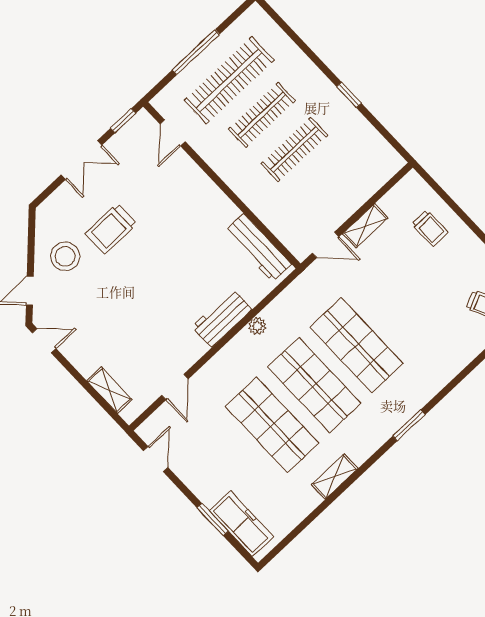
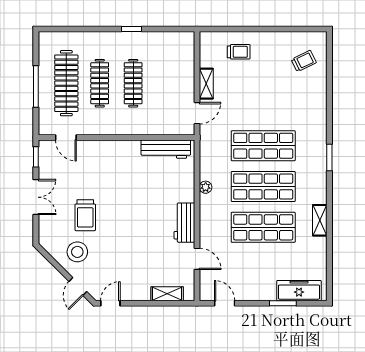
workbench: (222, 318) -> (184, 223), moved

